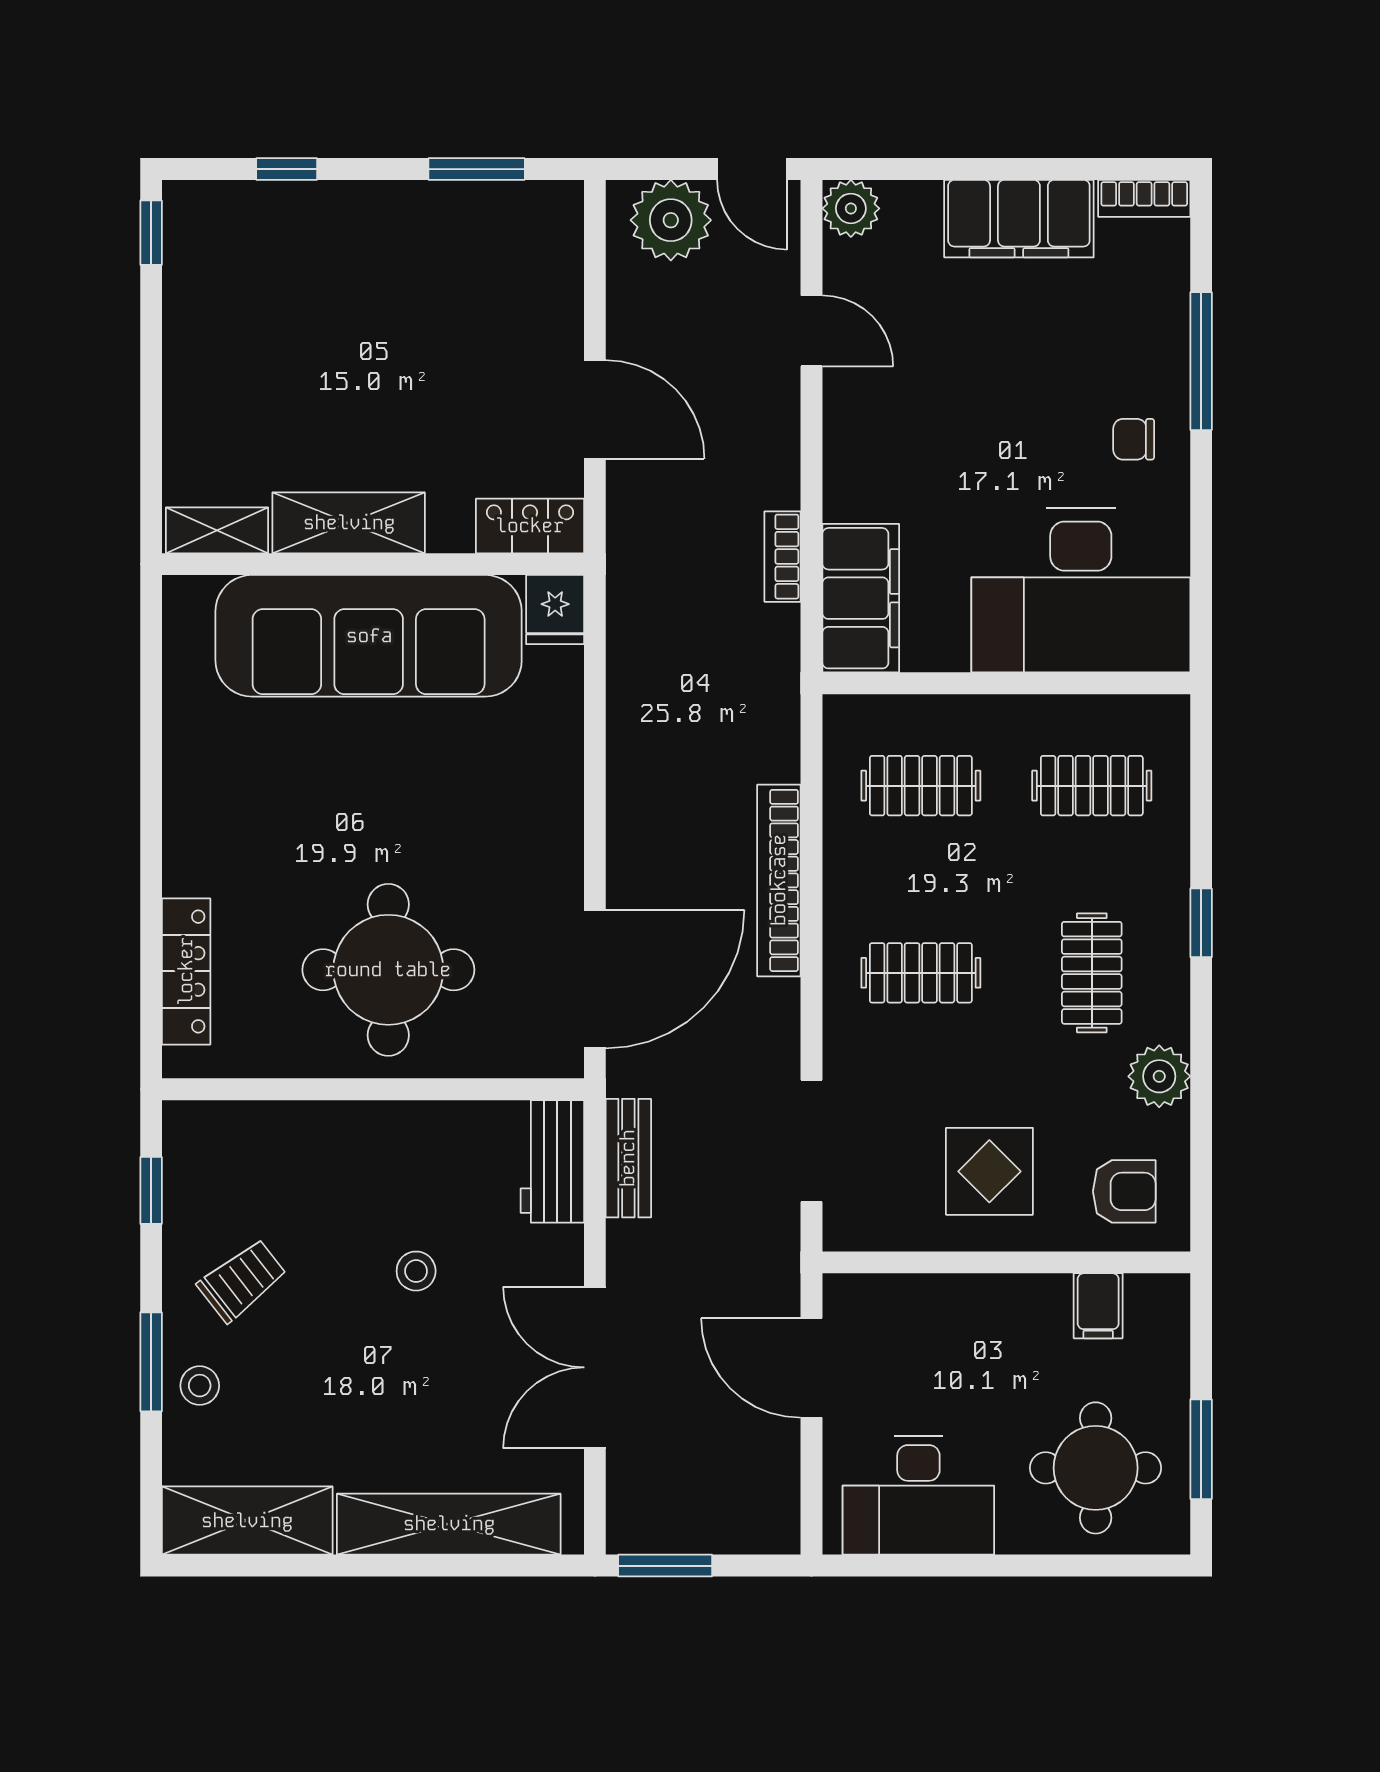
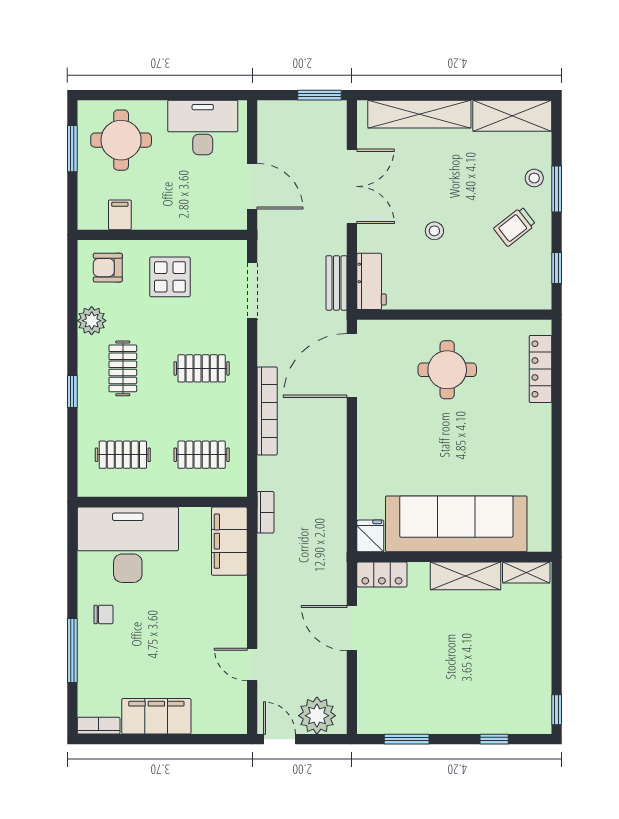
plant: (851, 208) -> (234, 721), removed
bookcase: (783, 557) -> (265, 512), moved
round table: (388, 970) -> (447, 370), width x0.73, depth x0.73

